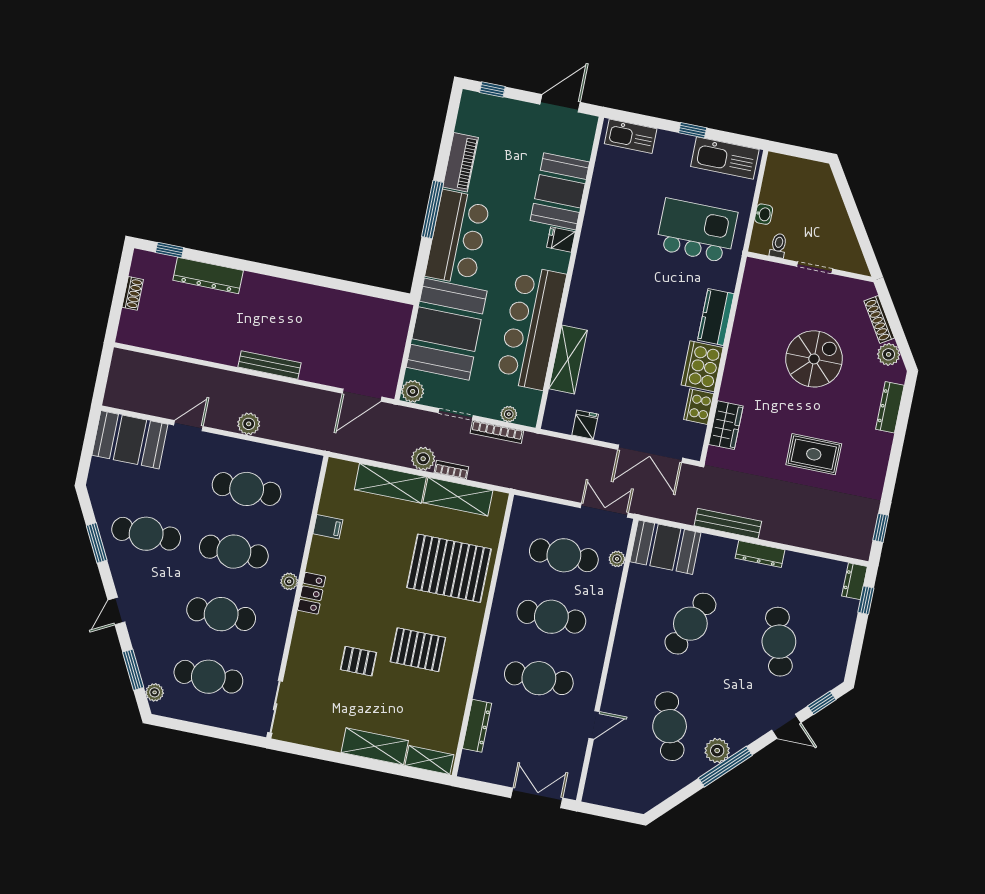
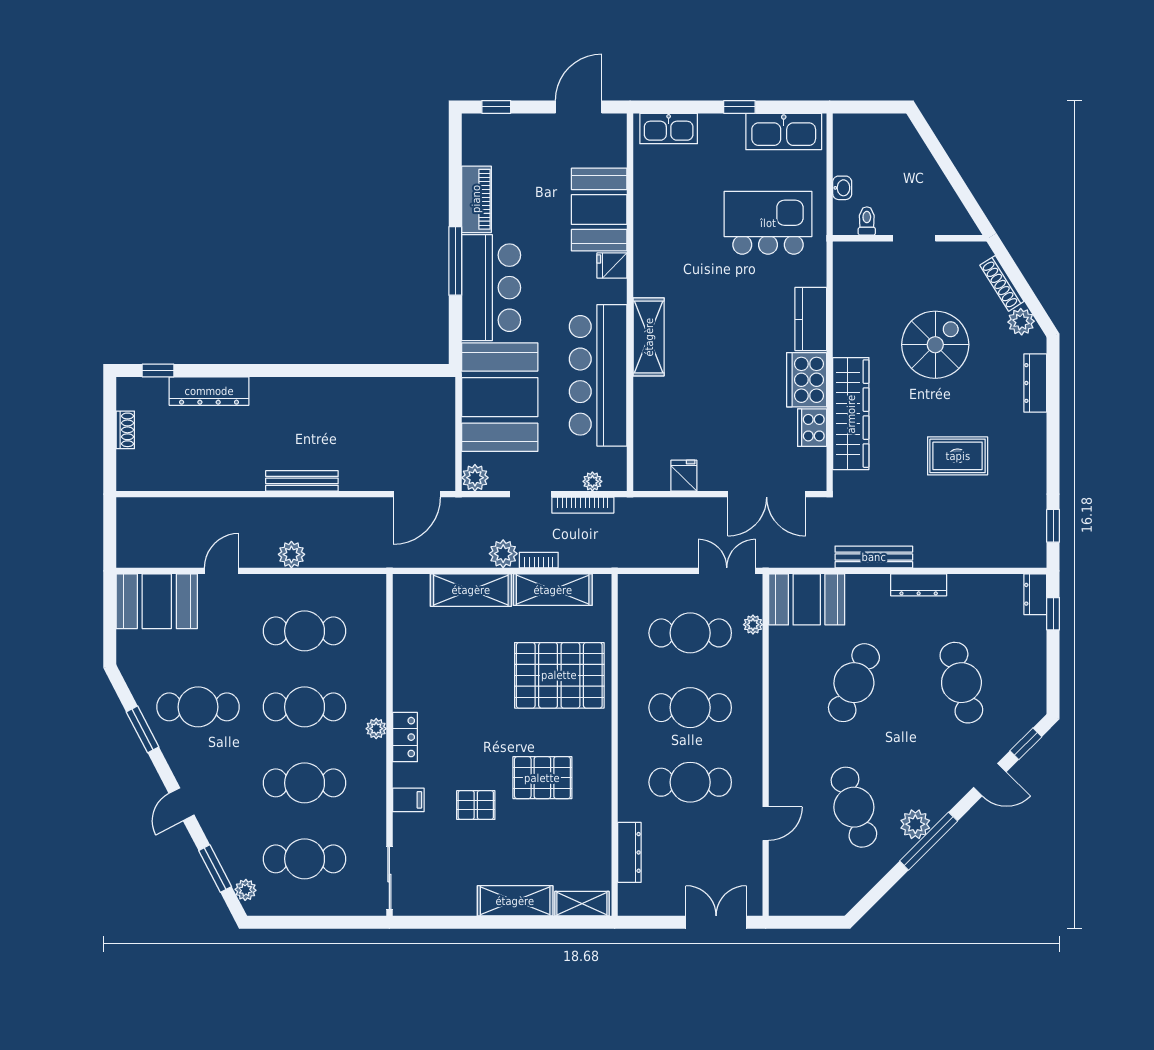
shelving: (568, 360) -> (649, 337), moved
wardrobe: (726, 425) -> (851, 414), width x2.10, depth x1.17
filing cabinet: (328, 527) -> (408, 800), moved

